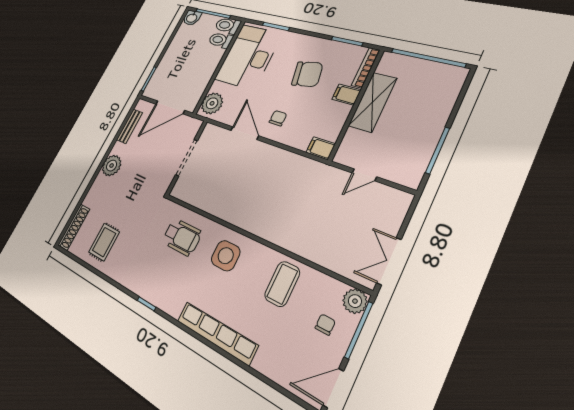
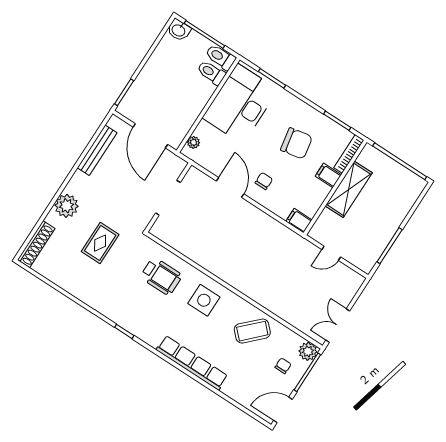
plant: (212, 103) -> (193, 142), width x0.53, depth x0.53
door: (170, 107) -> (150, 136), hinge flipped
bench: (129, 126) -> (97, 150), width x1.36
plant: (112, 166) -> (66, 206), moved
rug: (104, 242) -> (100, 243), moved
coffee table: (282, 284) -> (252, 331), turned 45

